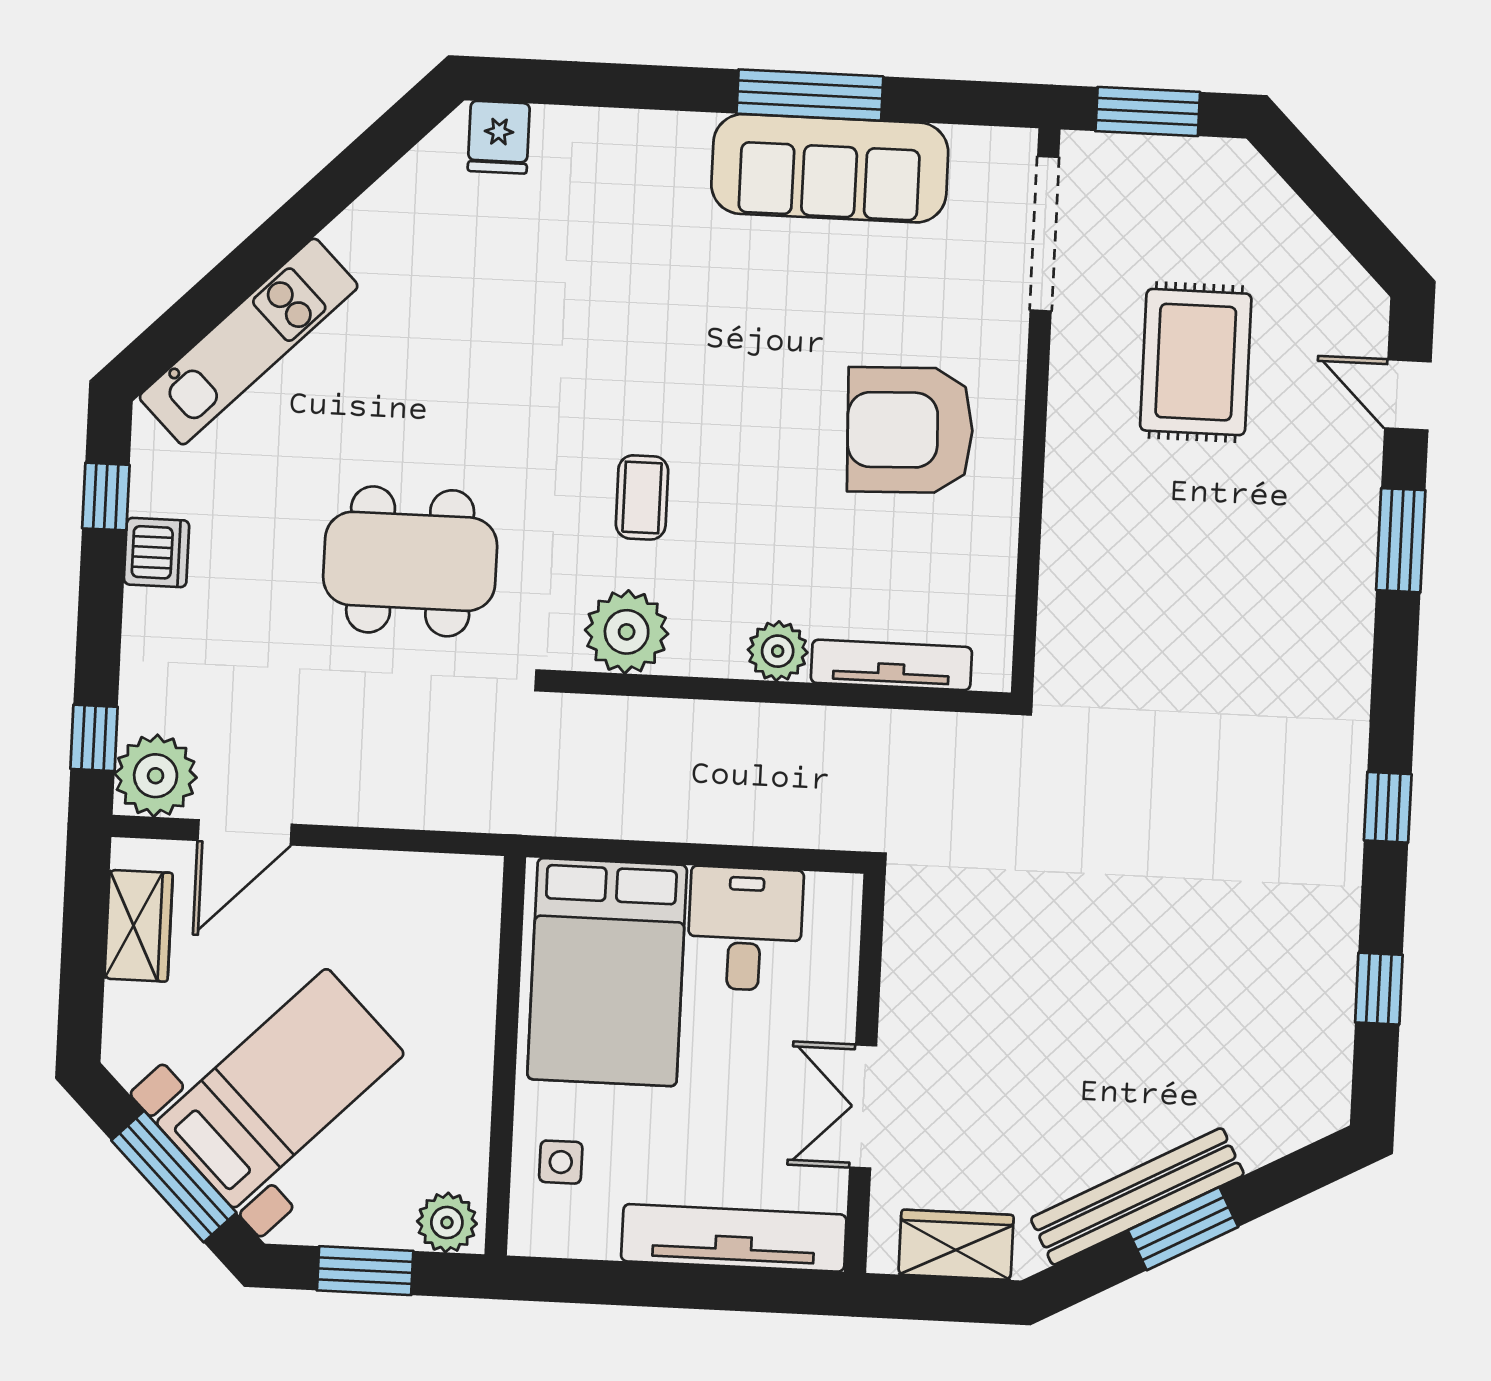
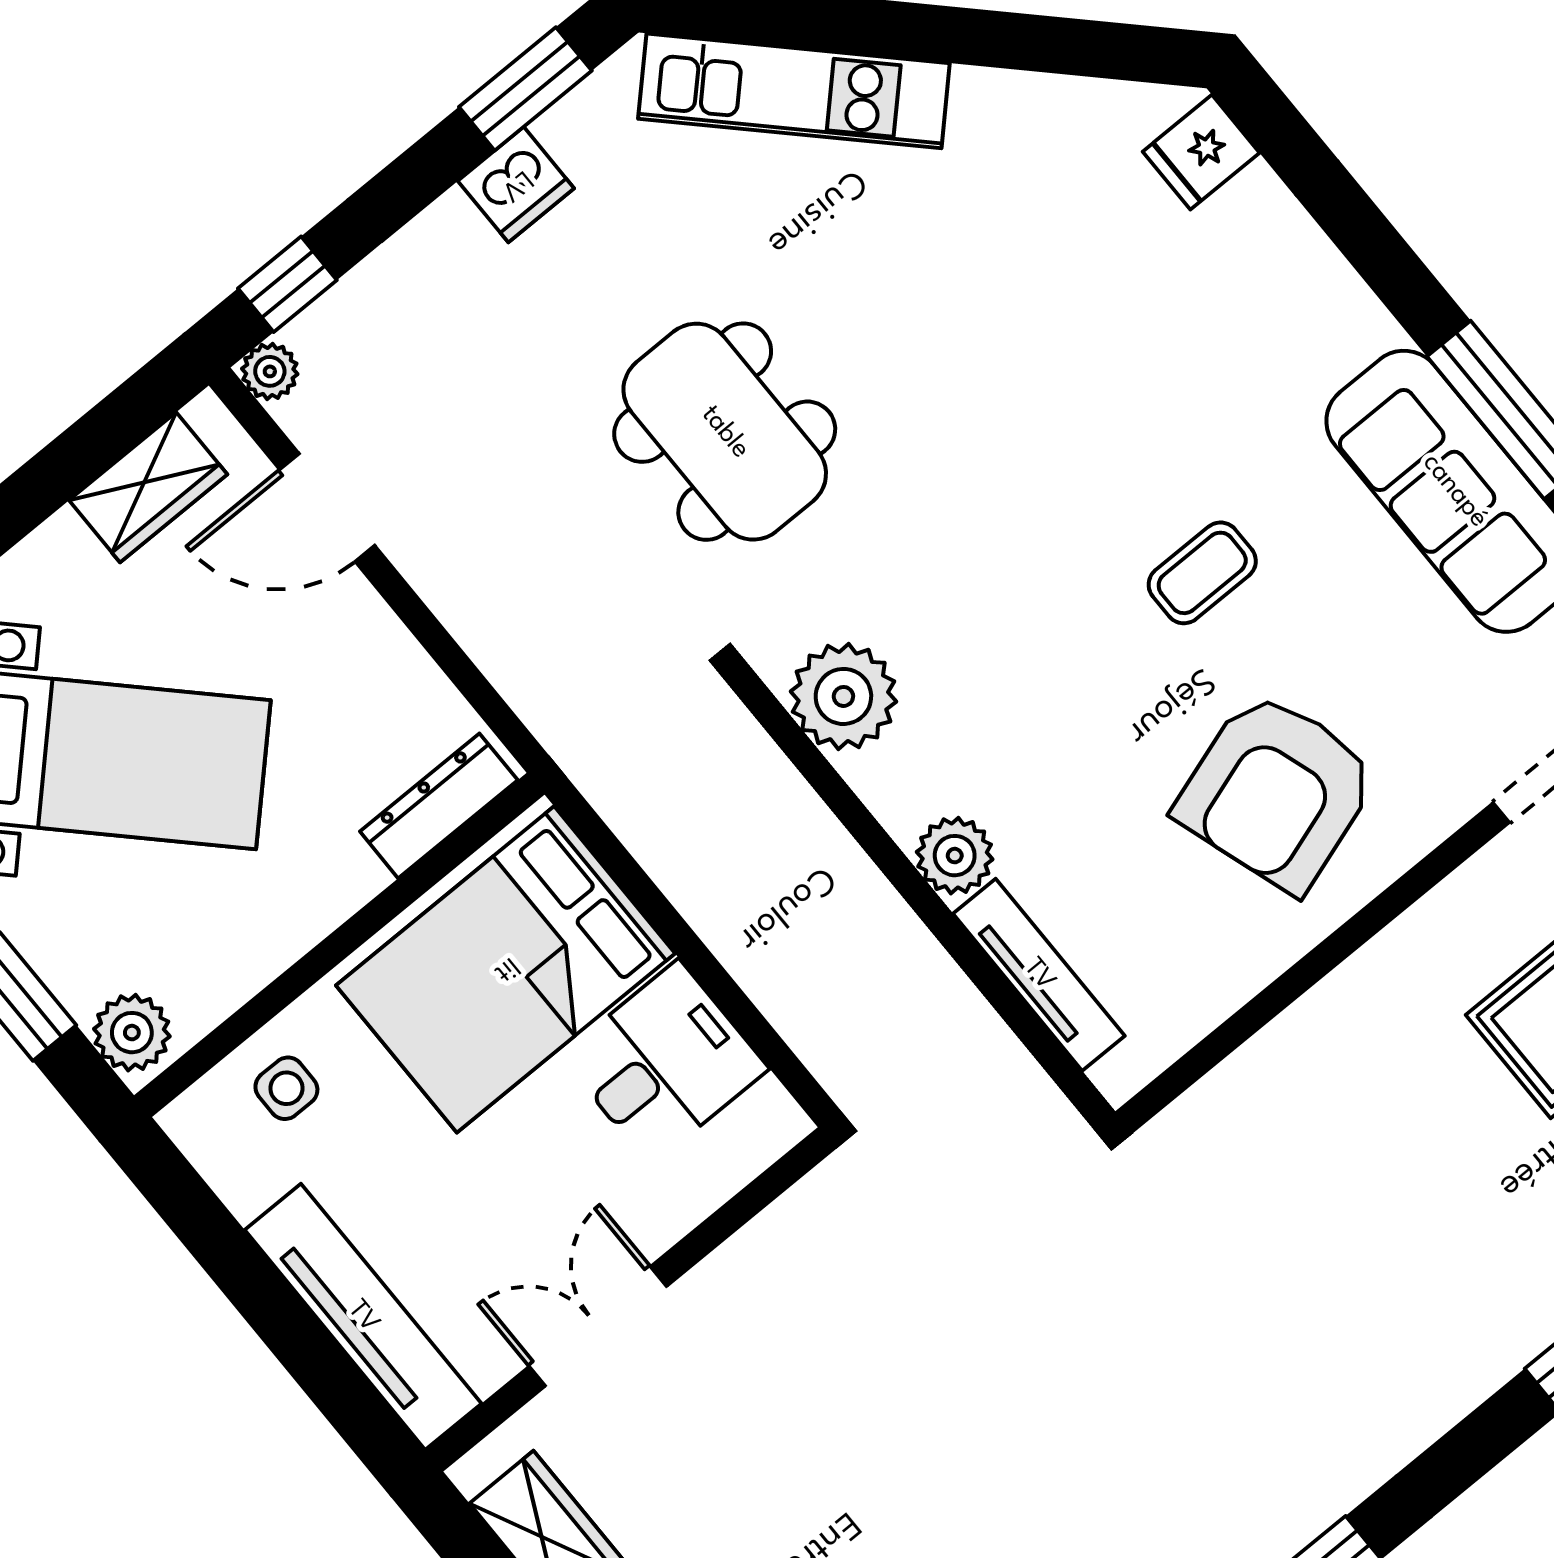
armchair: (910, 430) -> (1277, 791), turned -106
window: (106, 497) -> (525, 89), width x1.50
coffee table: (642, 497) -> (1202, 573), moved
plant: (156, 776) -> (270, 371), width x0.53, depth x0.53
dresser: (477, 925) -> (439, 806), added

